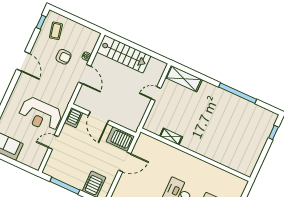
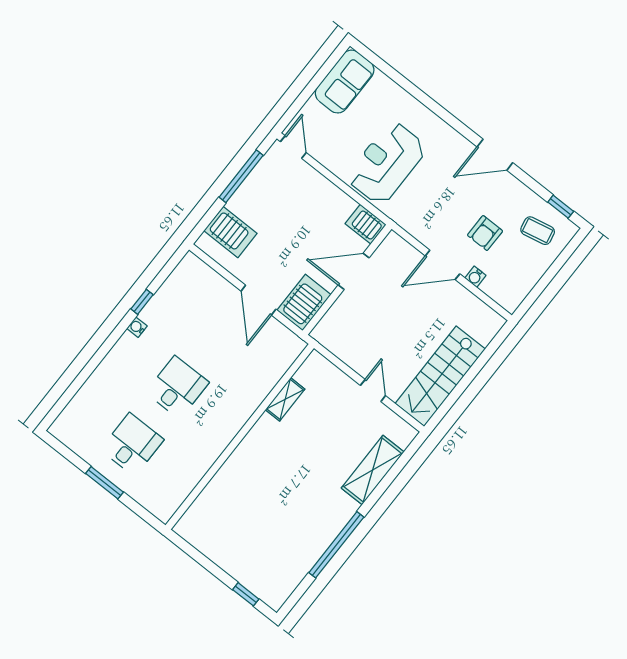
stairs: (124, 54) -> (440, 376), moved
shelving: (184, 79) -> (373, 470), moved
door: (53, 142) -> (293, 147), moved

